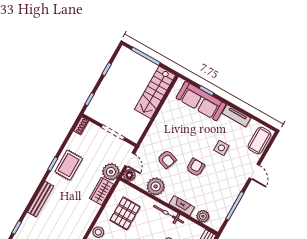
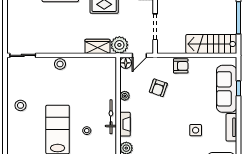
armchair: (195, 167) -> (181, 66), moved
plant: (156, 186) -> (125, 96), width x0.53, depth x0.53
pallet: (125, 213) -> (90, 78), removed

